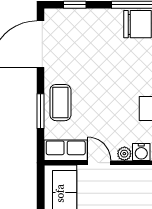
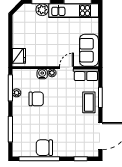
door: (99, 163) -> (66, 68), swing flipped

